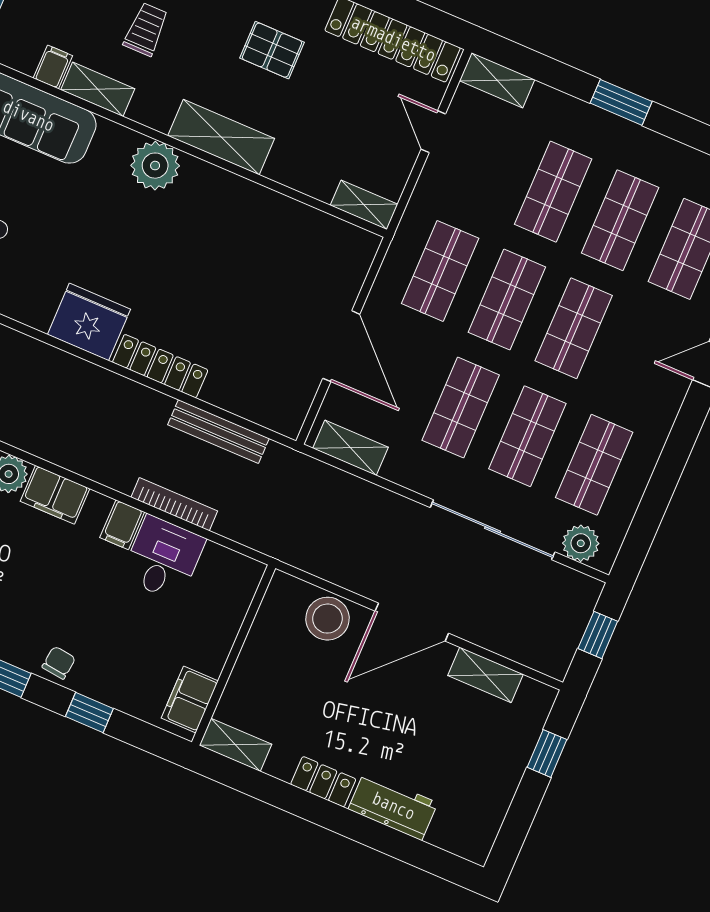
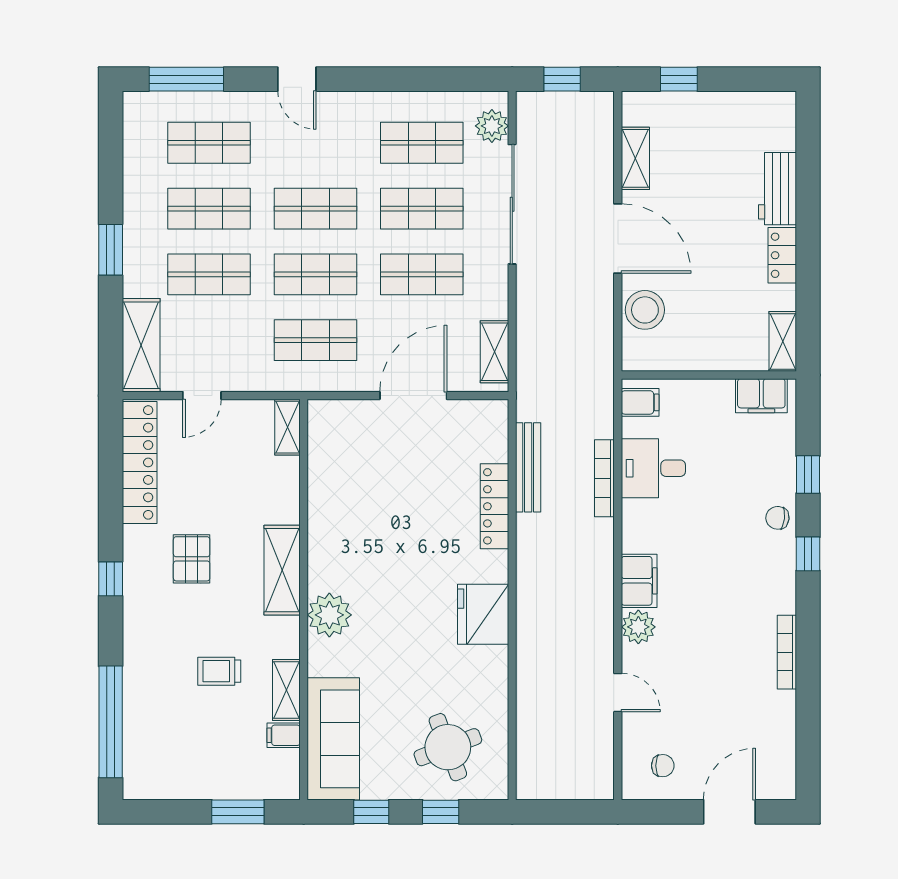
shelving: (497, 80) -> (141, 345), width x1.50, depth x1.33
locker: (160, 366) -> (494, 506), moved
filing cabinet: (122, 525) -> (640, 402), moved

